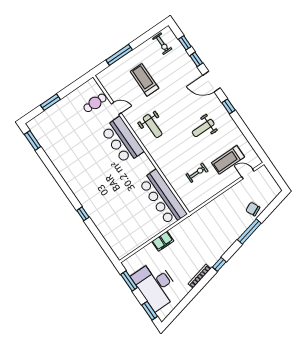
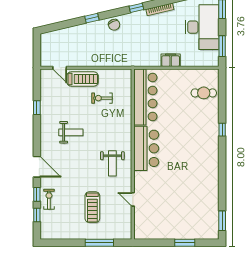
exercise bike: (162, 44) -> (49, 199), moved
cafe table: (95, 103) -> (204, 93), moved
window: (229, 106) -> (37, 108), moved
weight bench: (153, 126) -> (112, 163), turned 180
bar counter: (122, 140) -> (146, 148), moved
treadmill: (228, 160) -> (83, 79), moved
chair: (253, 209) -> (114, 25), moved
window: (249, 231) -> (92, 18), width x0.46

